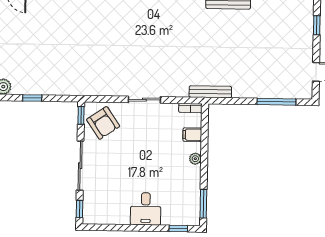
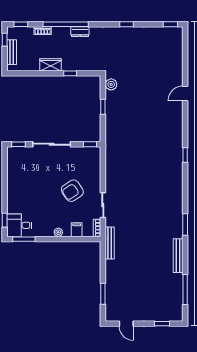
sliding door: (144, 100) -> (103, 205), moved
window: (276, 102) -> (103, 294), width x0.69
armchair: (103, 123) -> (72, 191), moved
desk: (146, 209) -> (19, 225), moved

